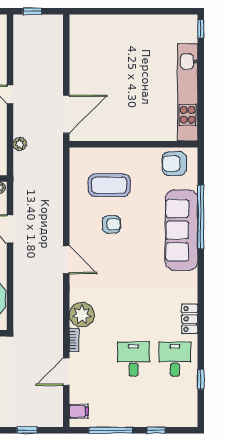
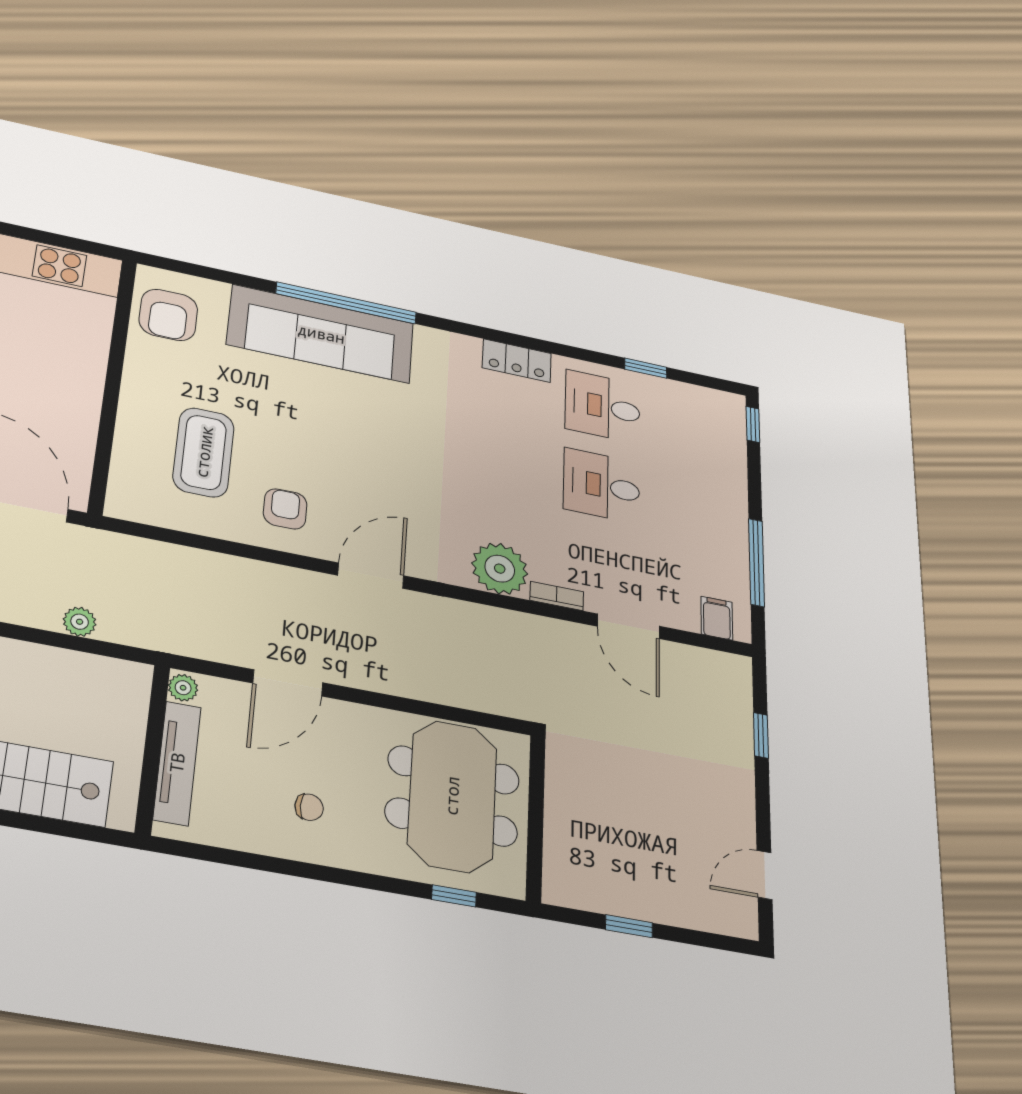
window: (201, 217) -> (346, 303), moved
armchair: (111, 224) -> (285, 509), moved
window: (156, 430) -> (753, 424), moved

